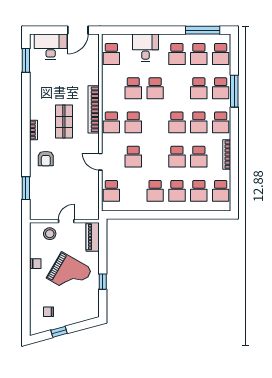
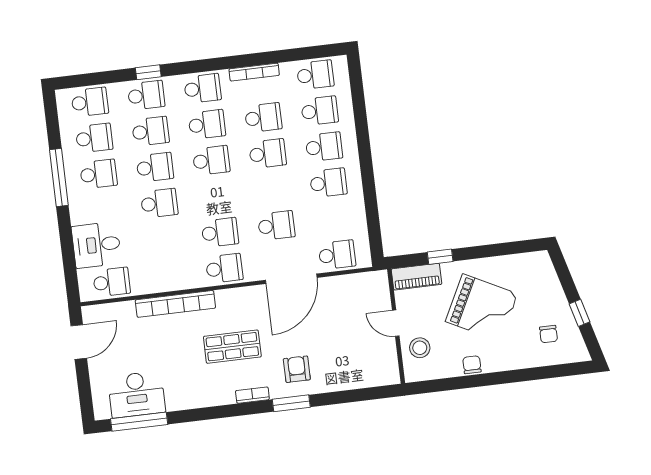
door: (78, 30) -> (79, 342), hinge flipped
window: (203, 30) -> (59, 177), moved
desk: (51, 47) -> (137, 394), moved, turned -90
desk: (145, 48) -> (96, 245), moved
window: (26, 60) -> (139, 422), width x1.44
school desk: (133, 88) -> (155, 167), moved
window: (234, 91) -> (148, 72), width x0.46
bookcase: (94, 109) -> (175, 304), moved
armchair: (46, 159) -> (297, 369), turned -90
door: (100, 162) -> (291, 279), width x1.87
window: (26, 188) -> (291, 403), moved
grand piano: (69, 274) -> (482, 308), turned 87
window: (103, 282) -> (440, 257), moved

